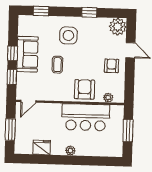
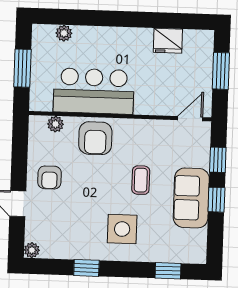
plant: (118, 27) -> (32, 250), width x0.53, depth x0.53
plant: (70, 151) -> (64, 33), moved

